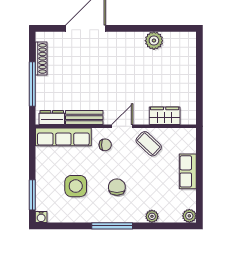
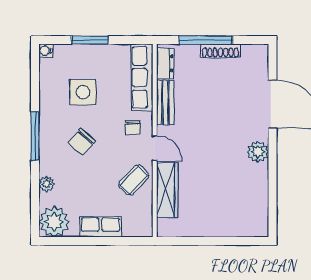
plant: (154, 41) -> (258, 152), moved
shoe rack: (41, 58) -> (220, 51), moved
wardrobe: (165, 116) -> (167, 190), width x1.50
chair: (117, 187) -> (82, 142), turned 132
window: (32, 195) -> (90, 40), moved
plant: (189, 216) -> (54, 222), width x1.87, depth x1.87

